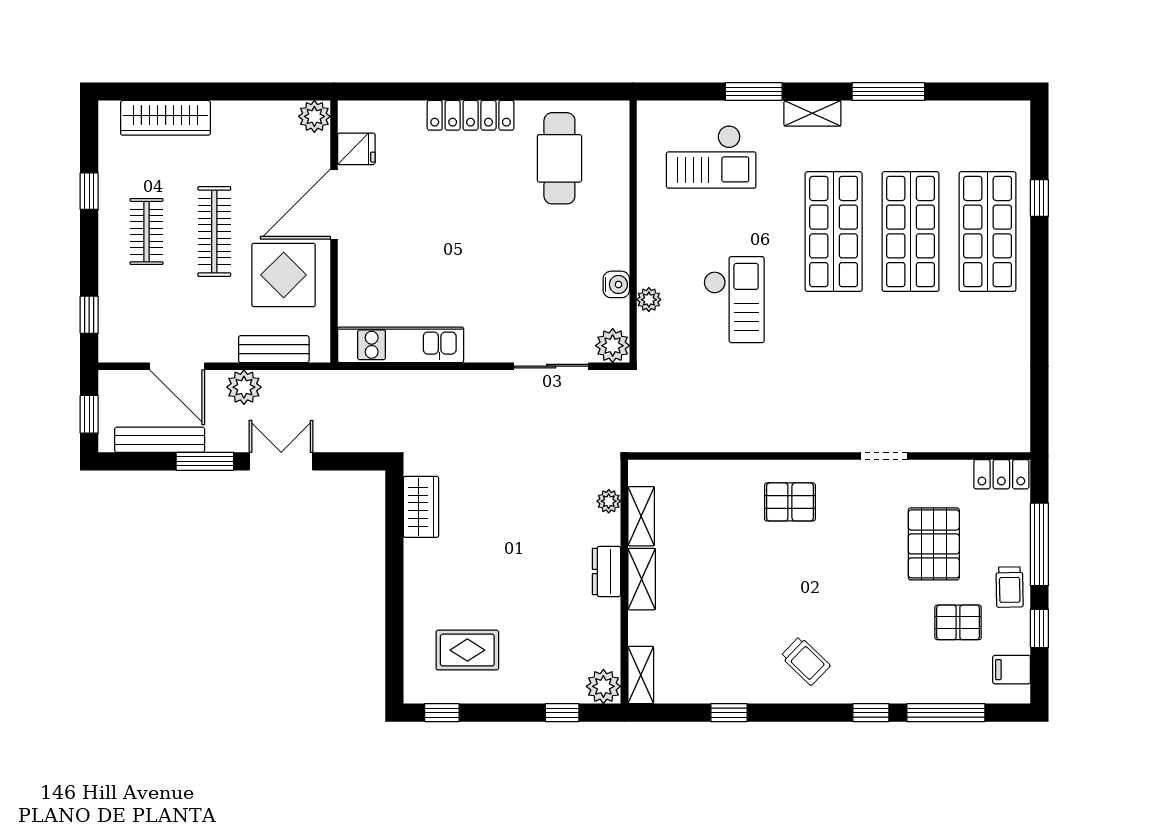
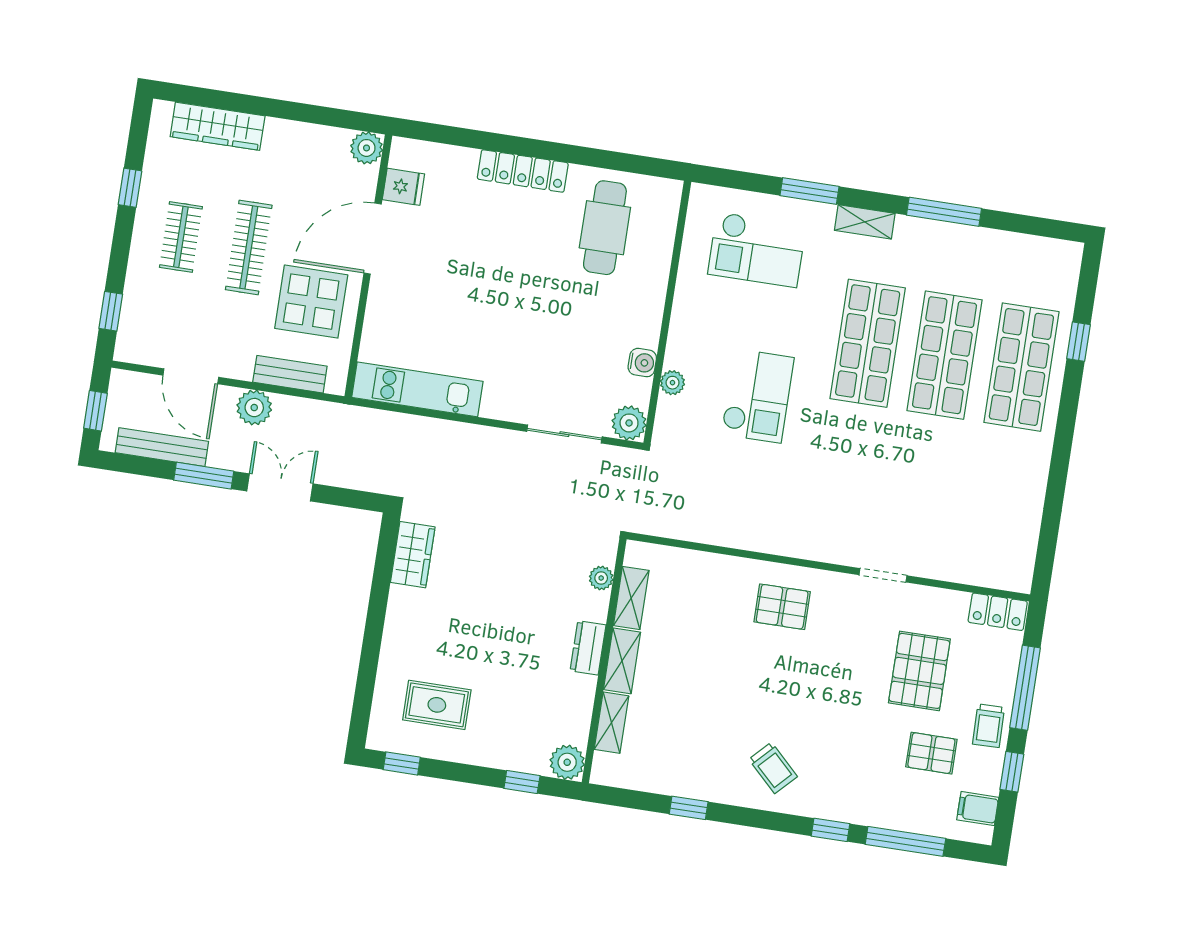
shelving: (641, 675) -> (611, 723), moved

